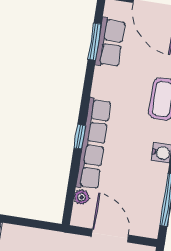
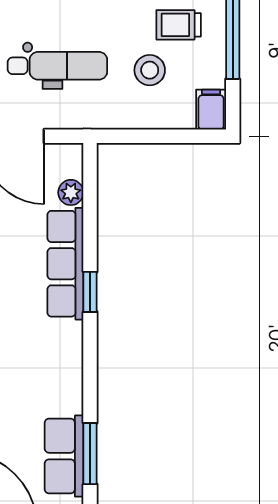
row of seats: (93, 144) -> (65, 264), width x0.73

